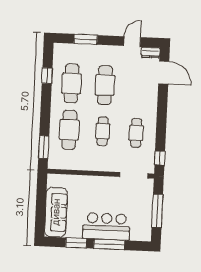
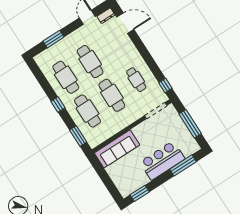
window: (47, 76) -> (58, 105), moved
cafe table: (103, 131) -> (112, 95), width x1.37, depth x1.35
sofa: (56, 212) -> (117, 149), moved, turned 90
window: (76, 243) -> (140, 193), moved
window: (109, 244) -> (183, 165), moved

